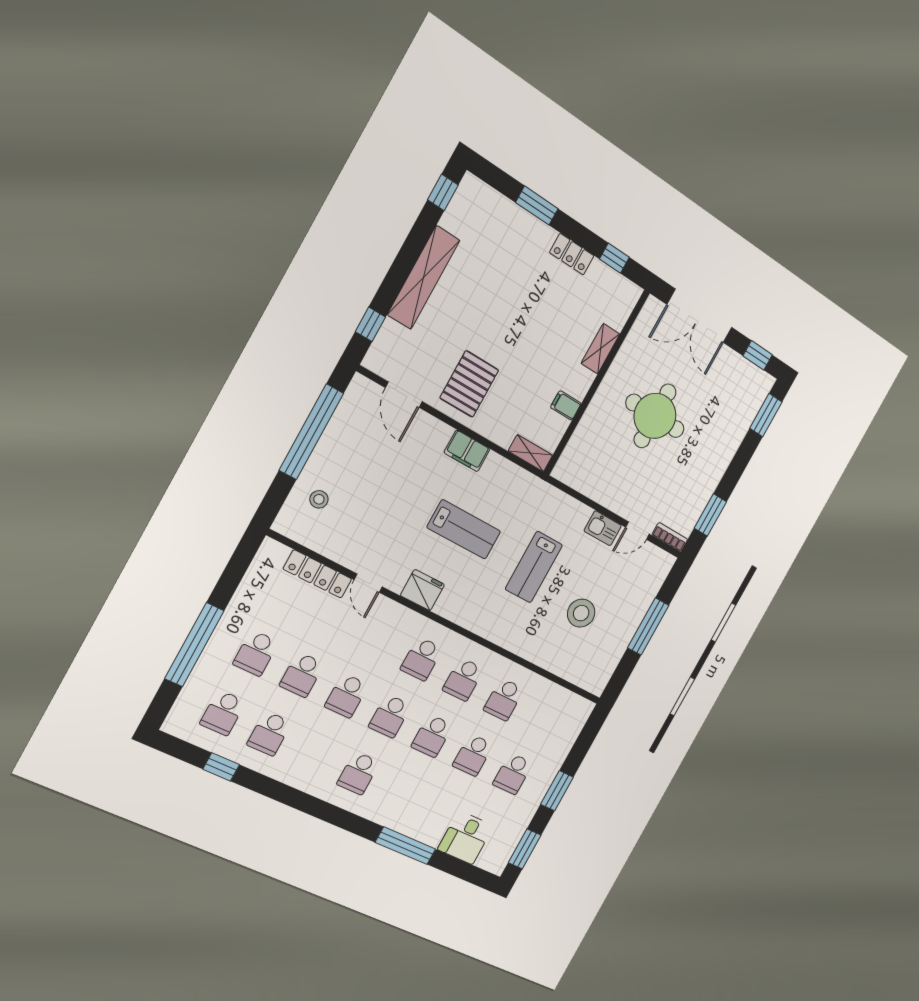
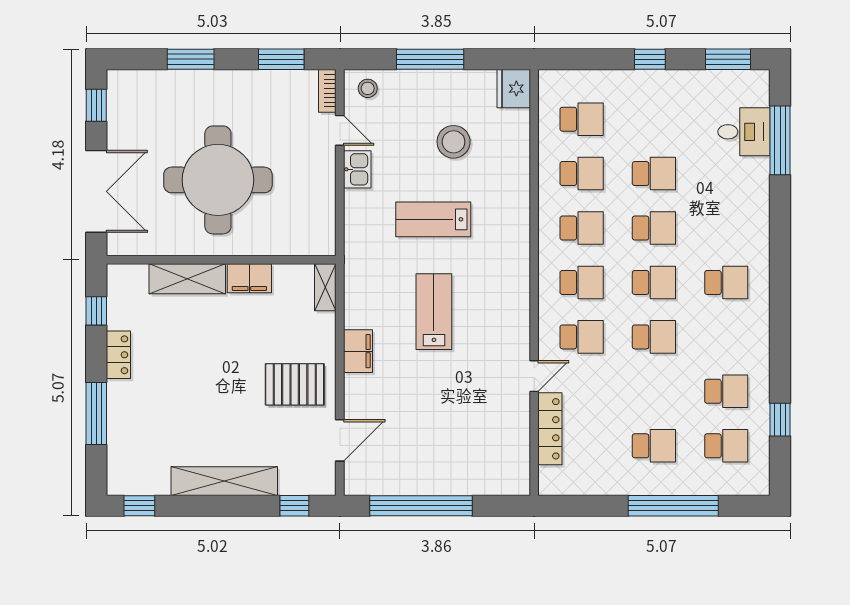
window: (537, 206) -> (96, 413), width x1.44
shelving: (600, 349) -> (187, 279), width x1.50, depth x1.33
filing cabinet: (566, 405) -> (249, 278), width x2.00
window: (766, 415) -> (191, 59), moved
round table: (655, 416) -> (218, 180), width x1.36, depth x1.36
stool: (319, 499) -> (368, 88), moved
lab bench: (534, 567) -> (433, 219), turned 180
fridge: (422, 590) -> (514, 89), moved
school desk: (302, 675) -> (582, 337), moved
school desk: (513, 774) -> (582, 119), moved
window: (557, 791) -> (650, 59), width x0.67
window: (405, 846) -> (780, 140), moved

